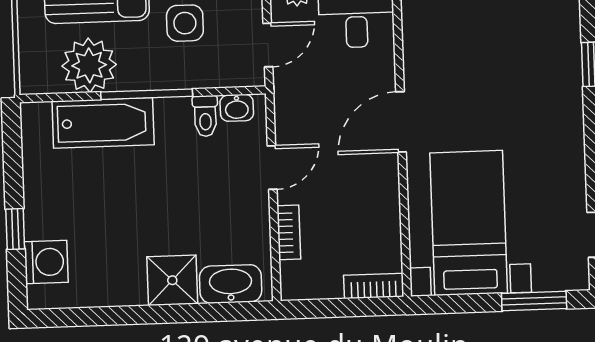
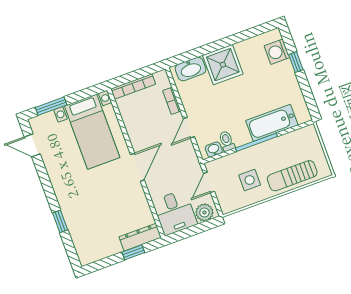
plant: (89, 65) -> (287, 147), removed
shower: (172, 280) -> (223, 65), width x1.36, depth x1.36
bookcase: (374, 286) -> (133, 87), width x1.56

